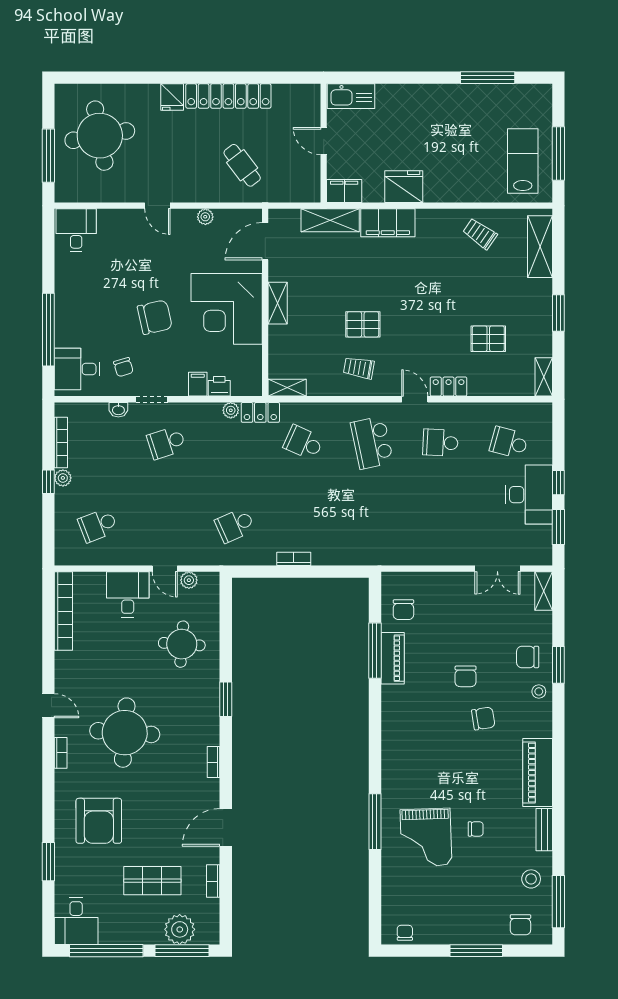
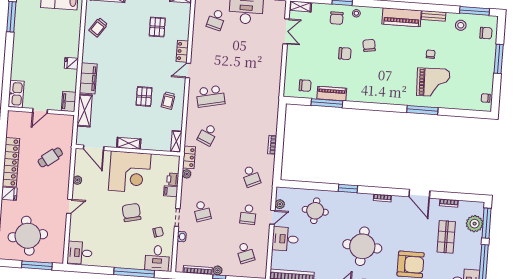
fridge: (404, 187) -> (71, 63), width x0.53, depth x0.75
school desk: (440, 443) -> (248, 215), moved

